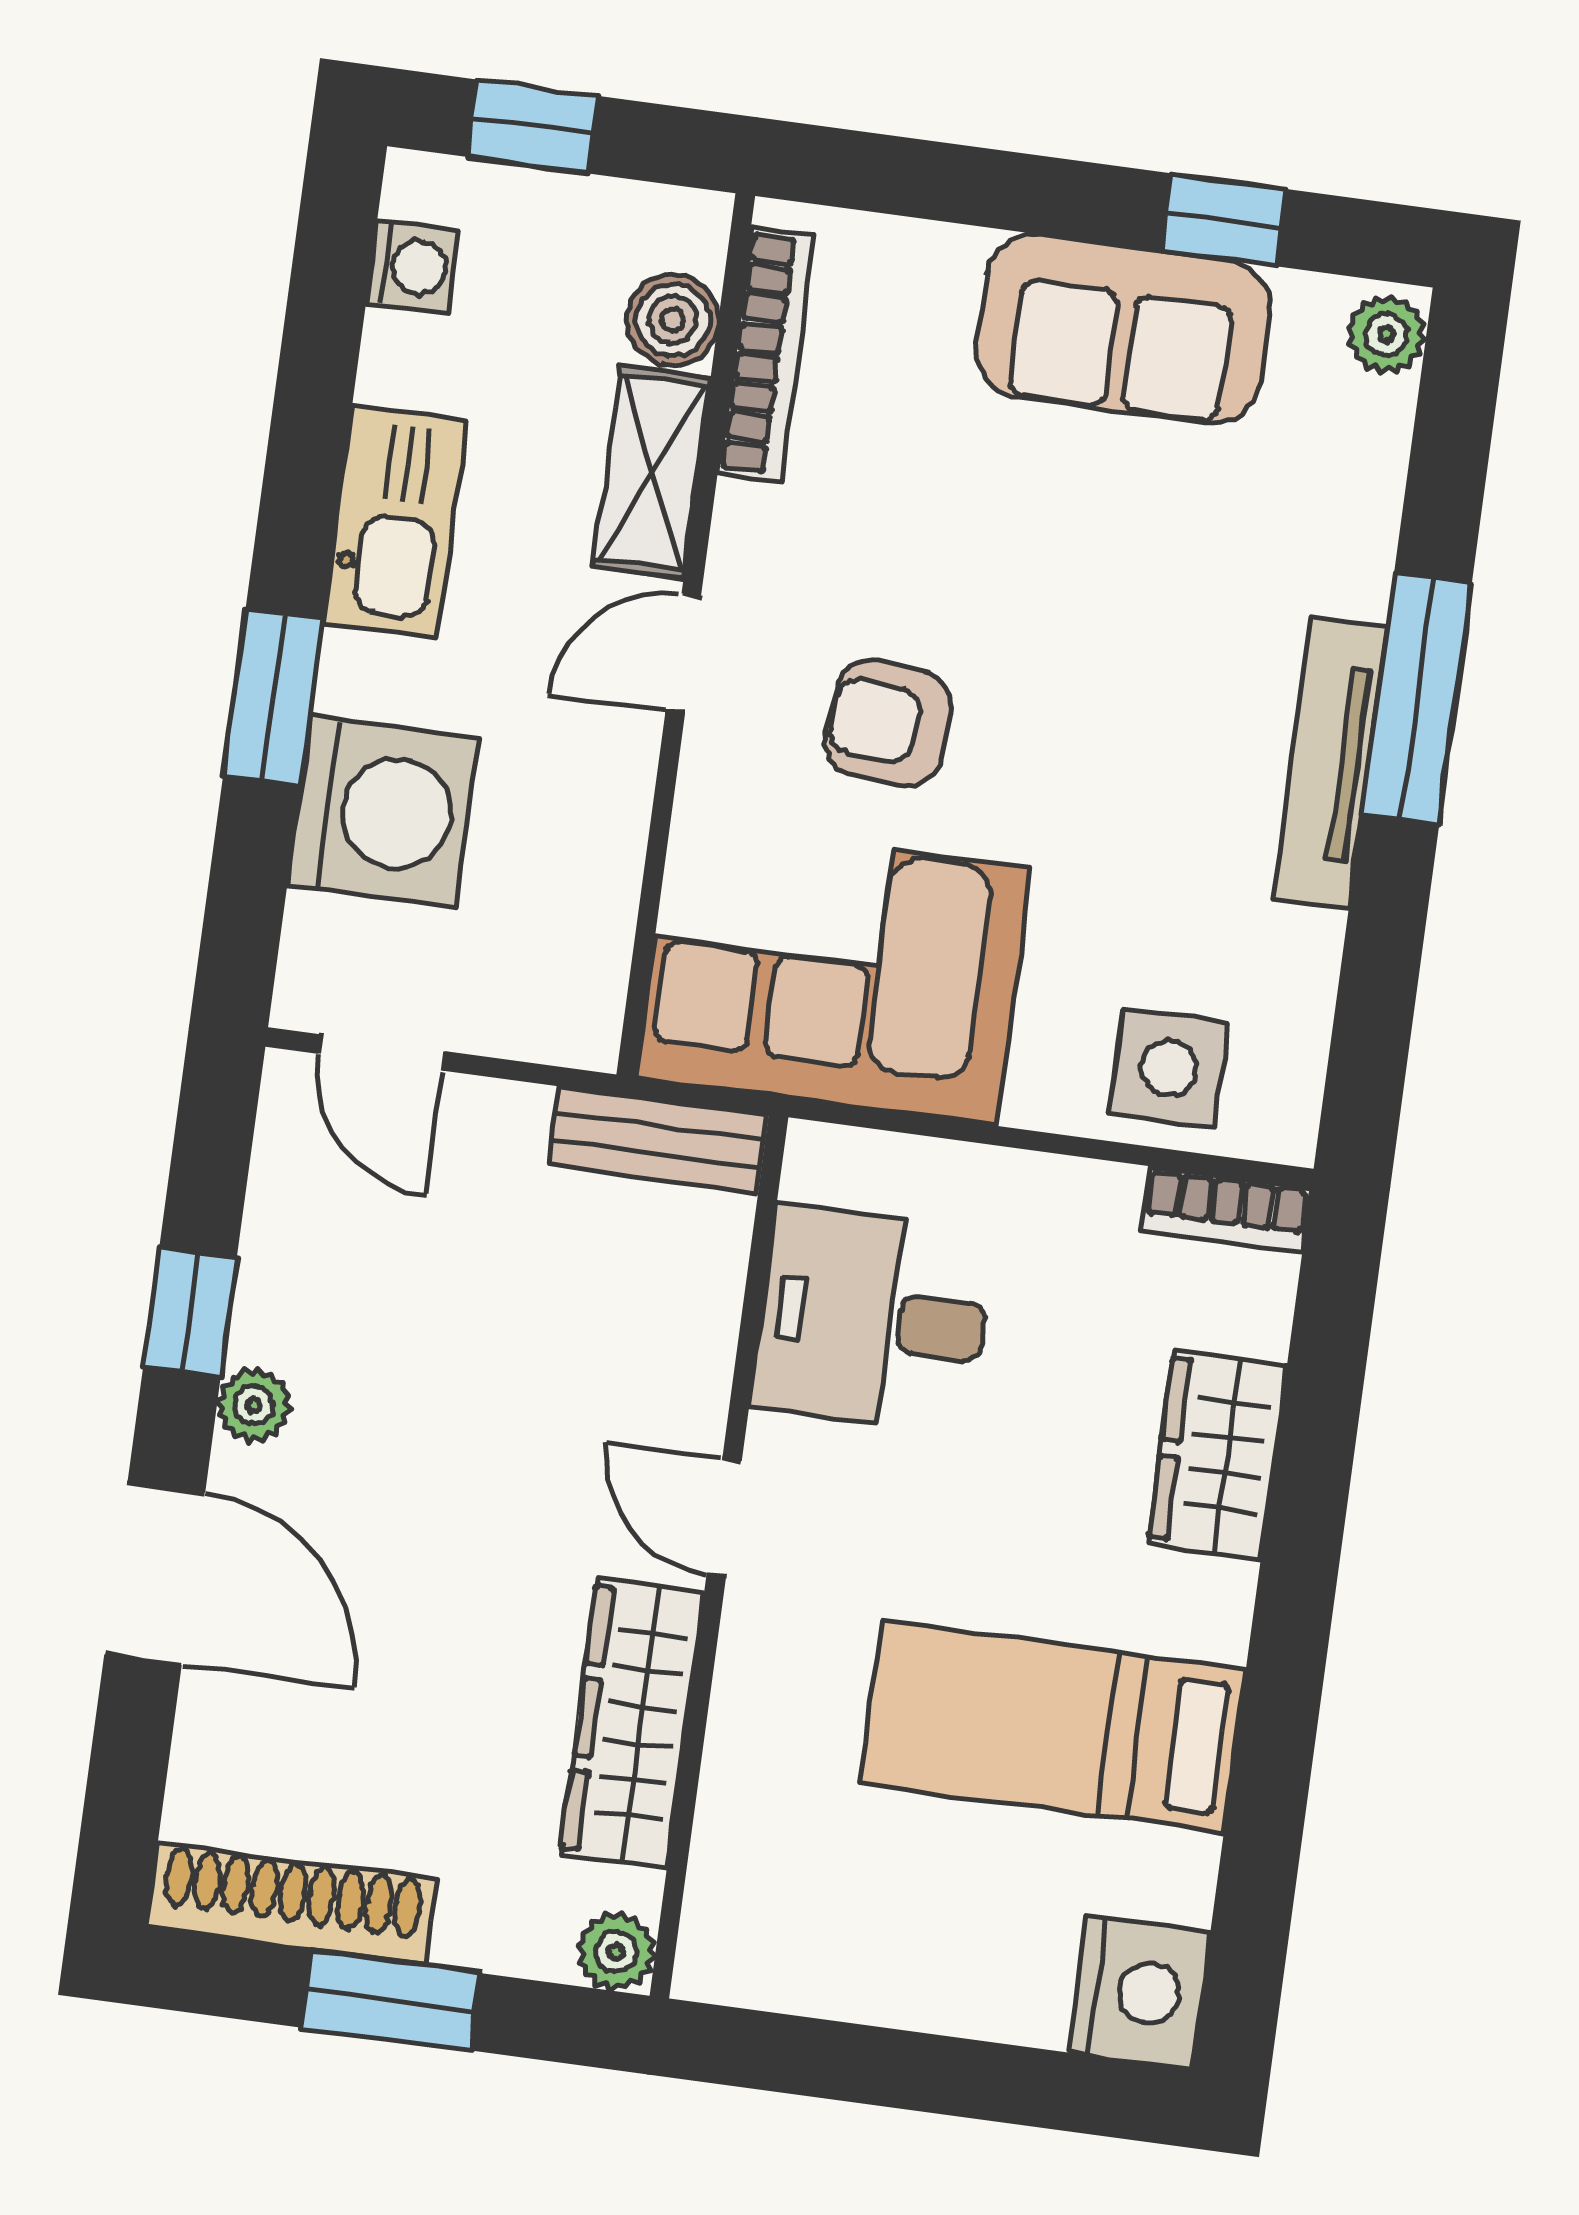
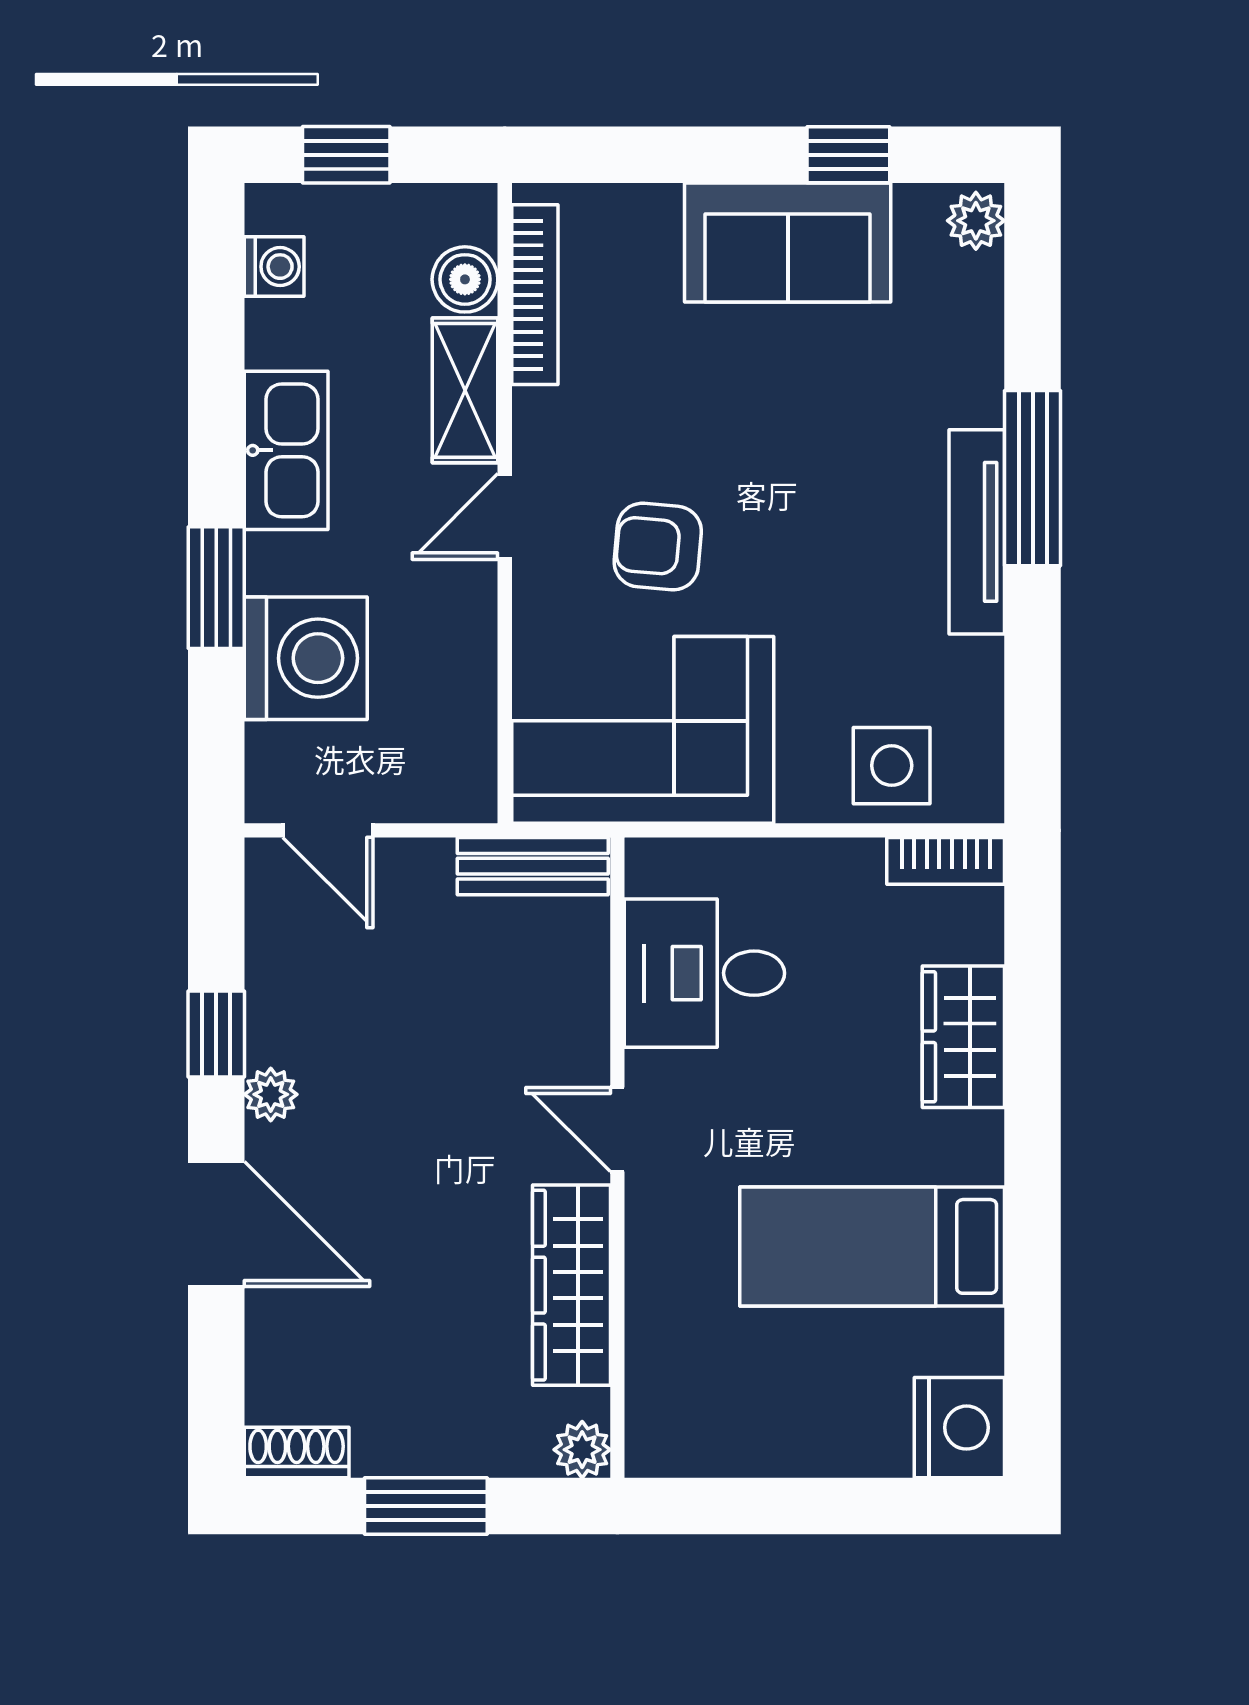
shoe rack: (292, 1904) -> (297, 1452), width x0.51, depth x0.81

